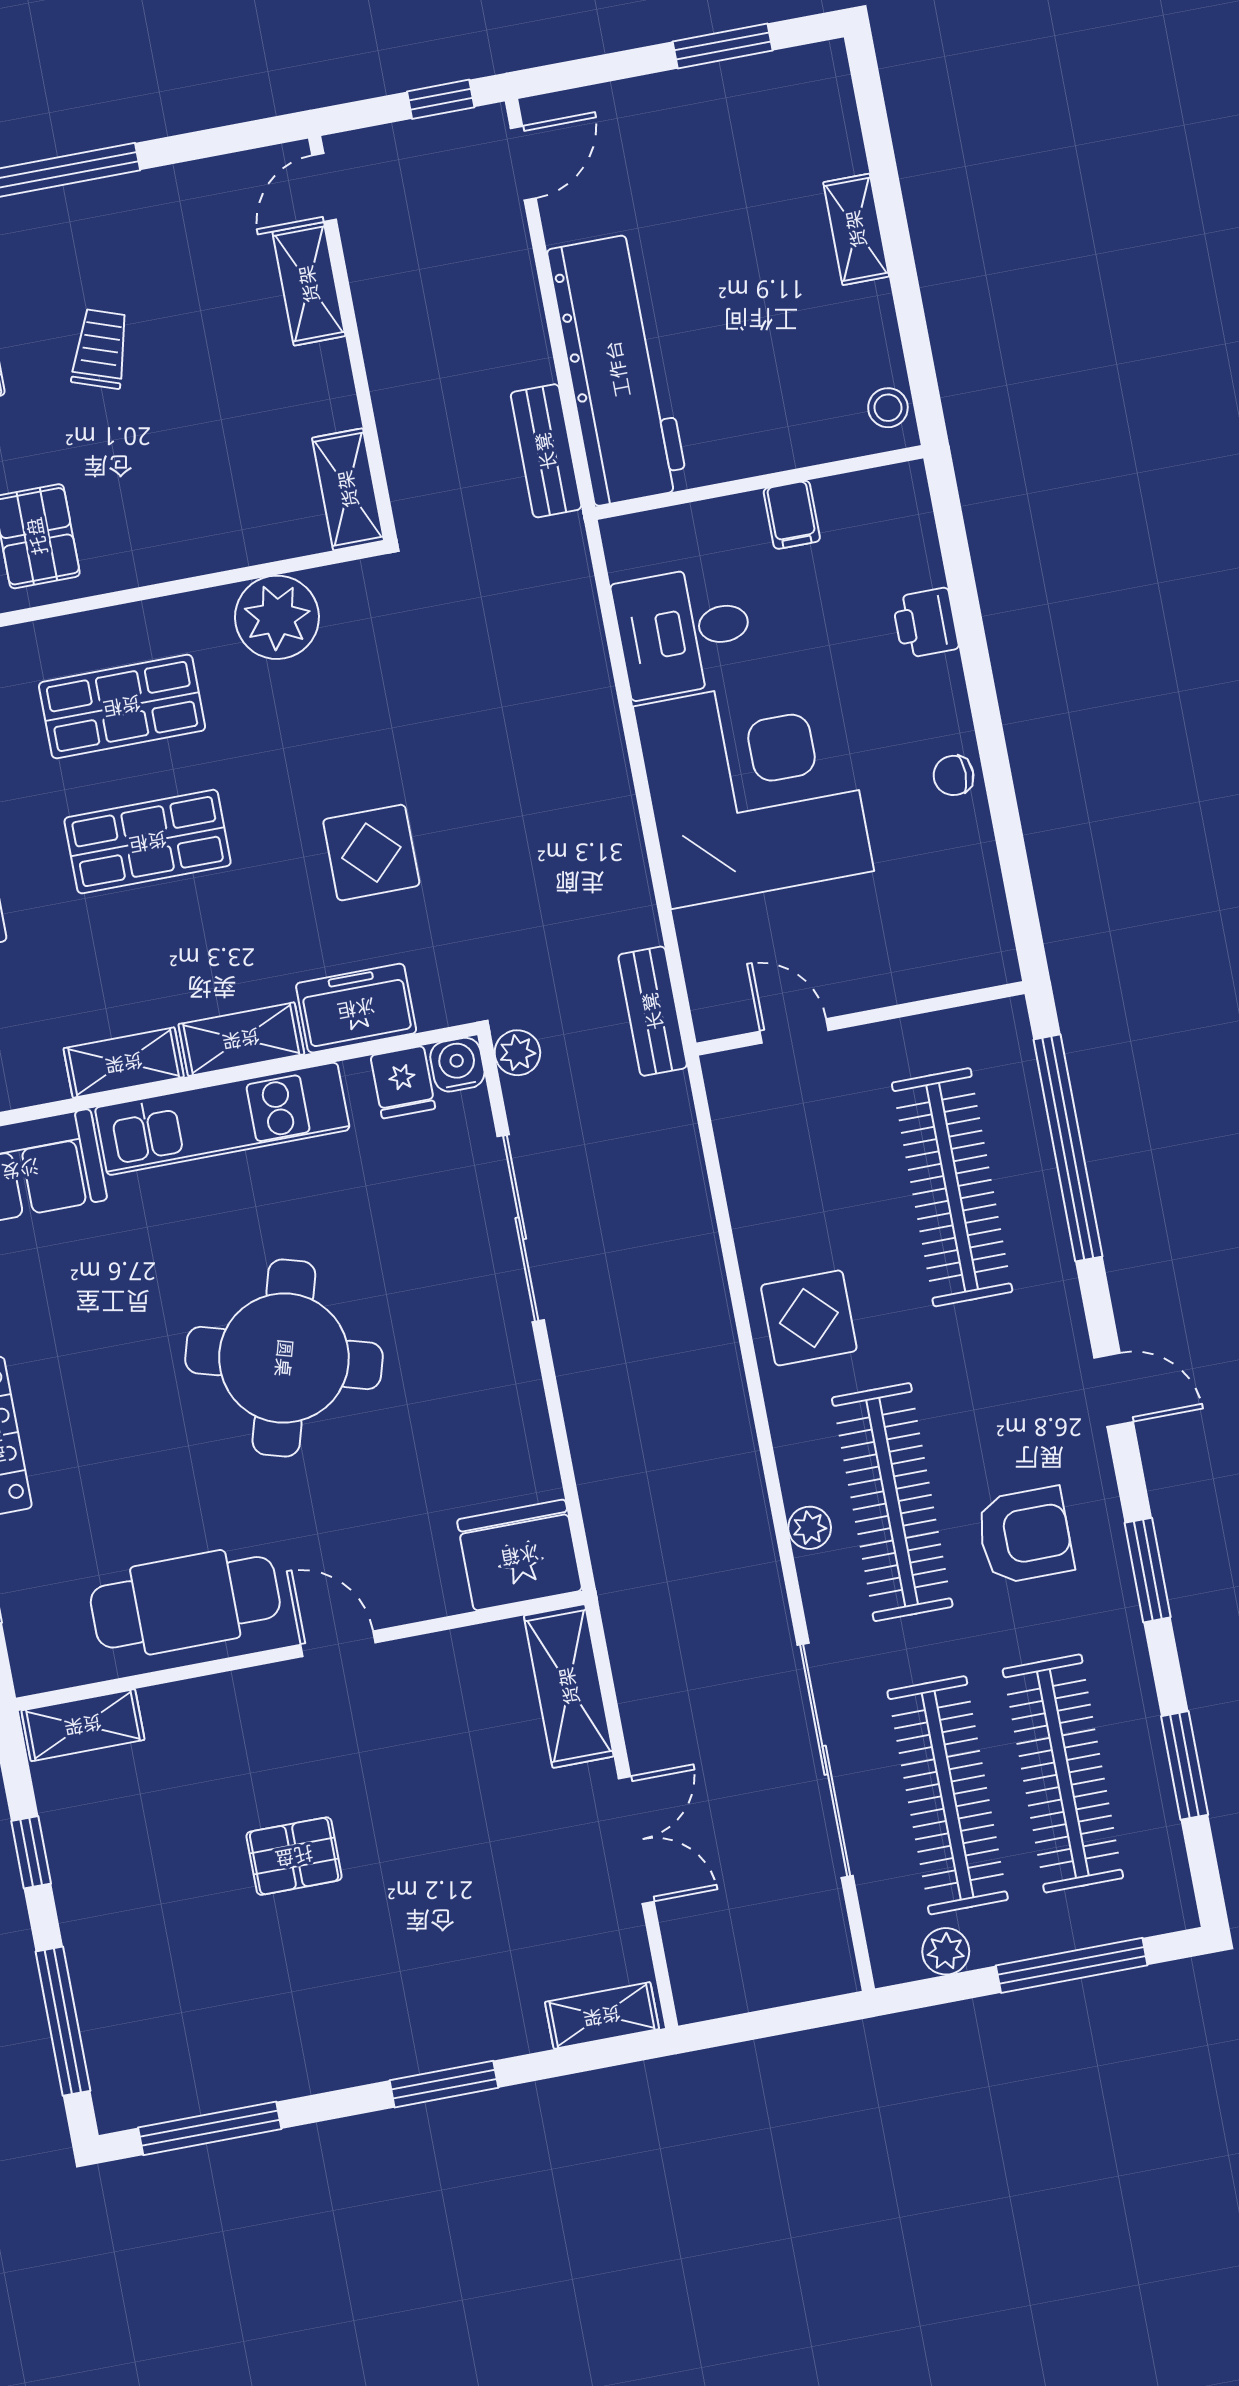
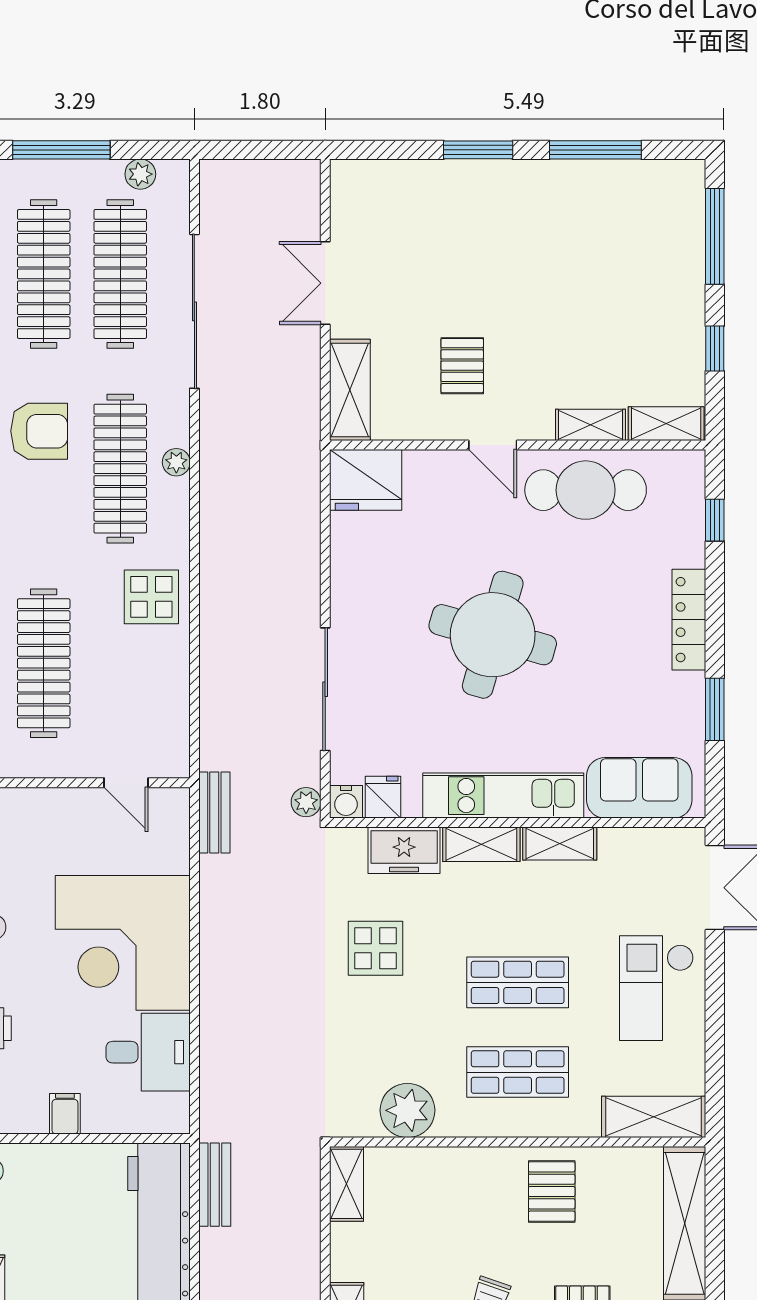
armchair: (1025, 1535) -> (39, 431), turned 180
pallet: (294, 1856) -> (462, 366), moved, turned 90
shelving: (602, 2016) -> (591, 425), moved
window: (210, 2128) -> (595, 150), moved

